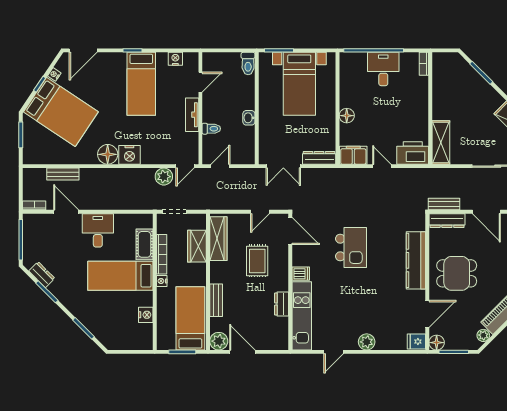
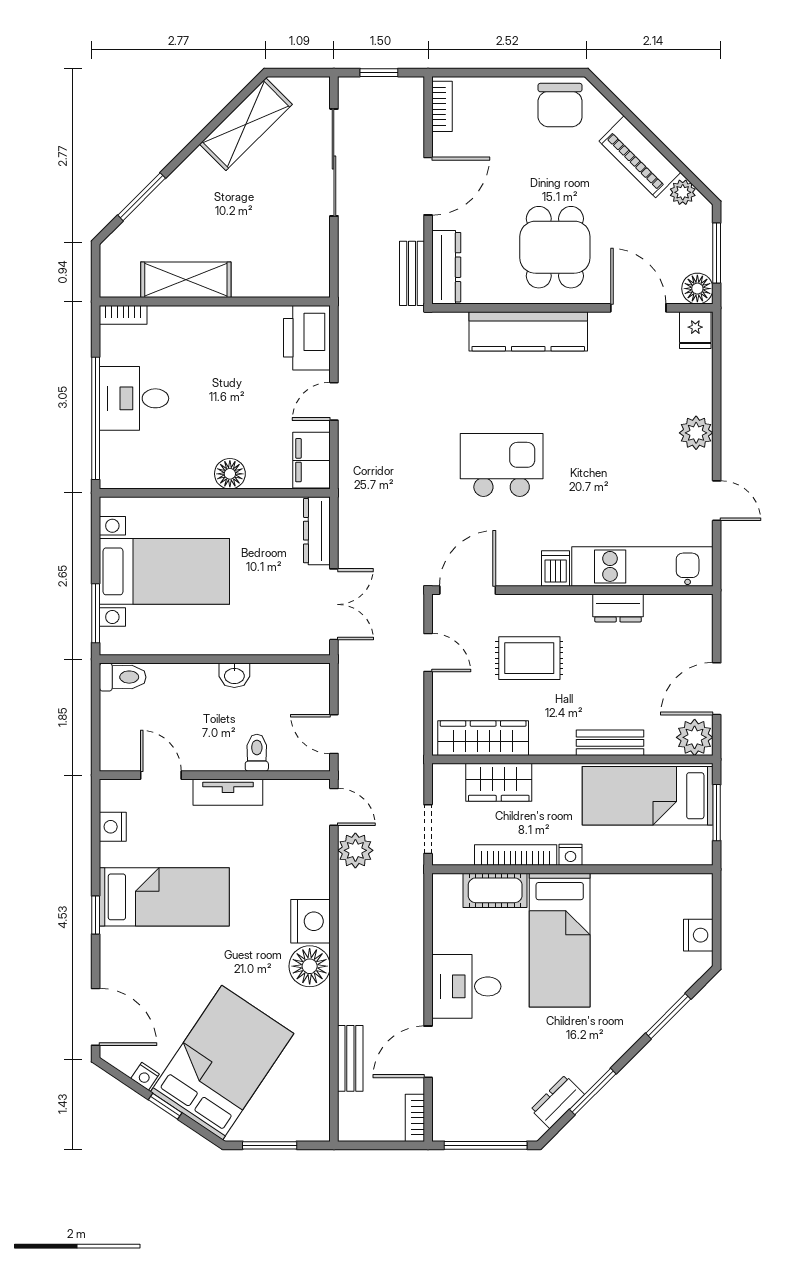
shelving: (441, 143) -> (186, 280), moved
nightstand: (146, 315) -> (698, 935), moved, turned 90

